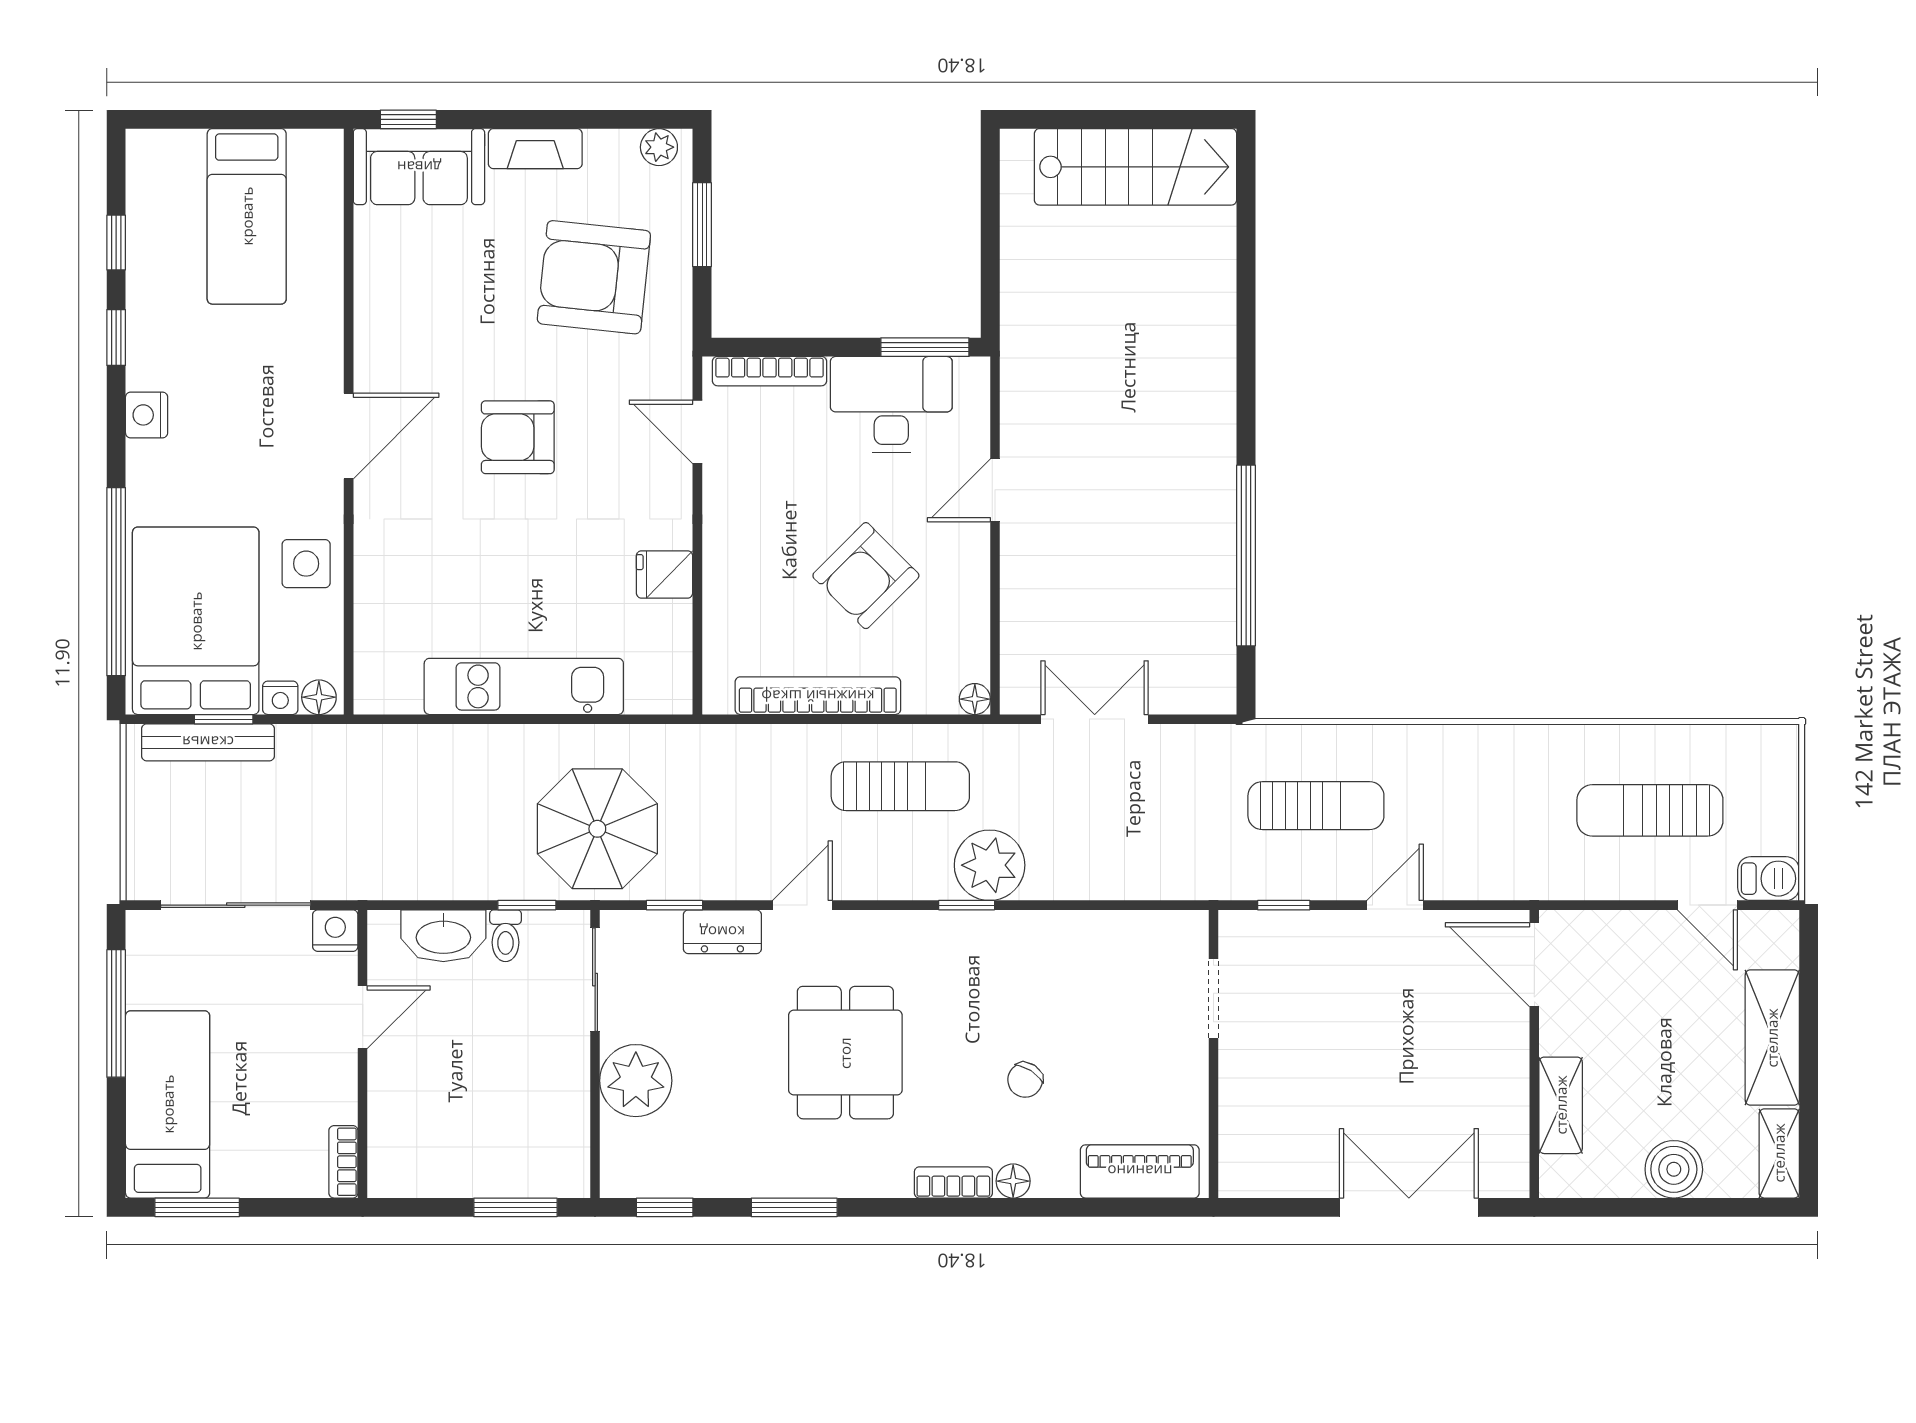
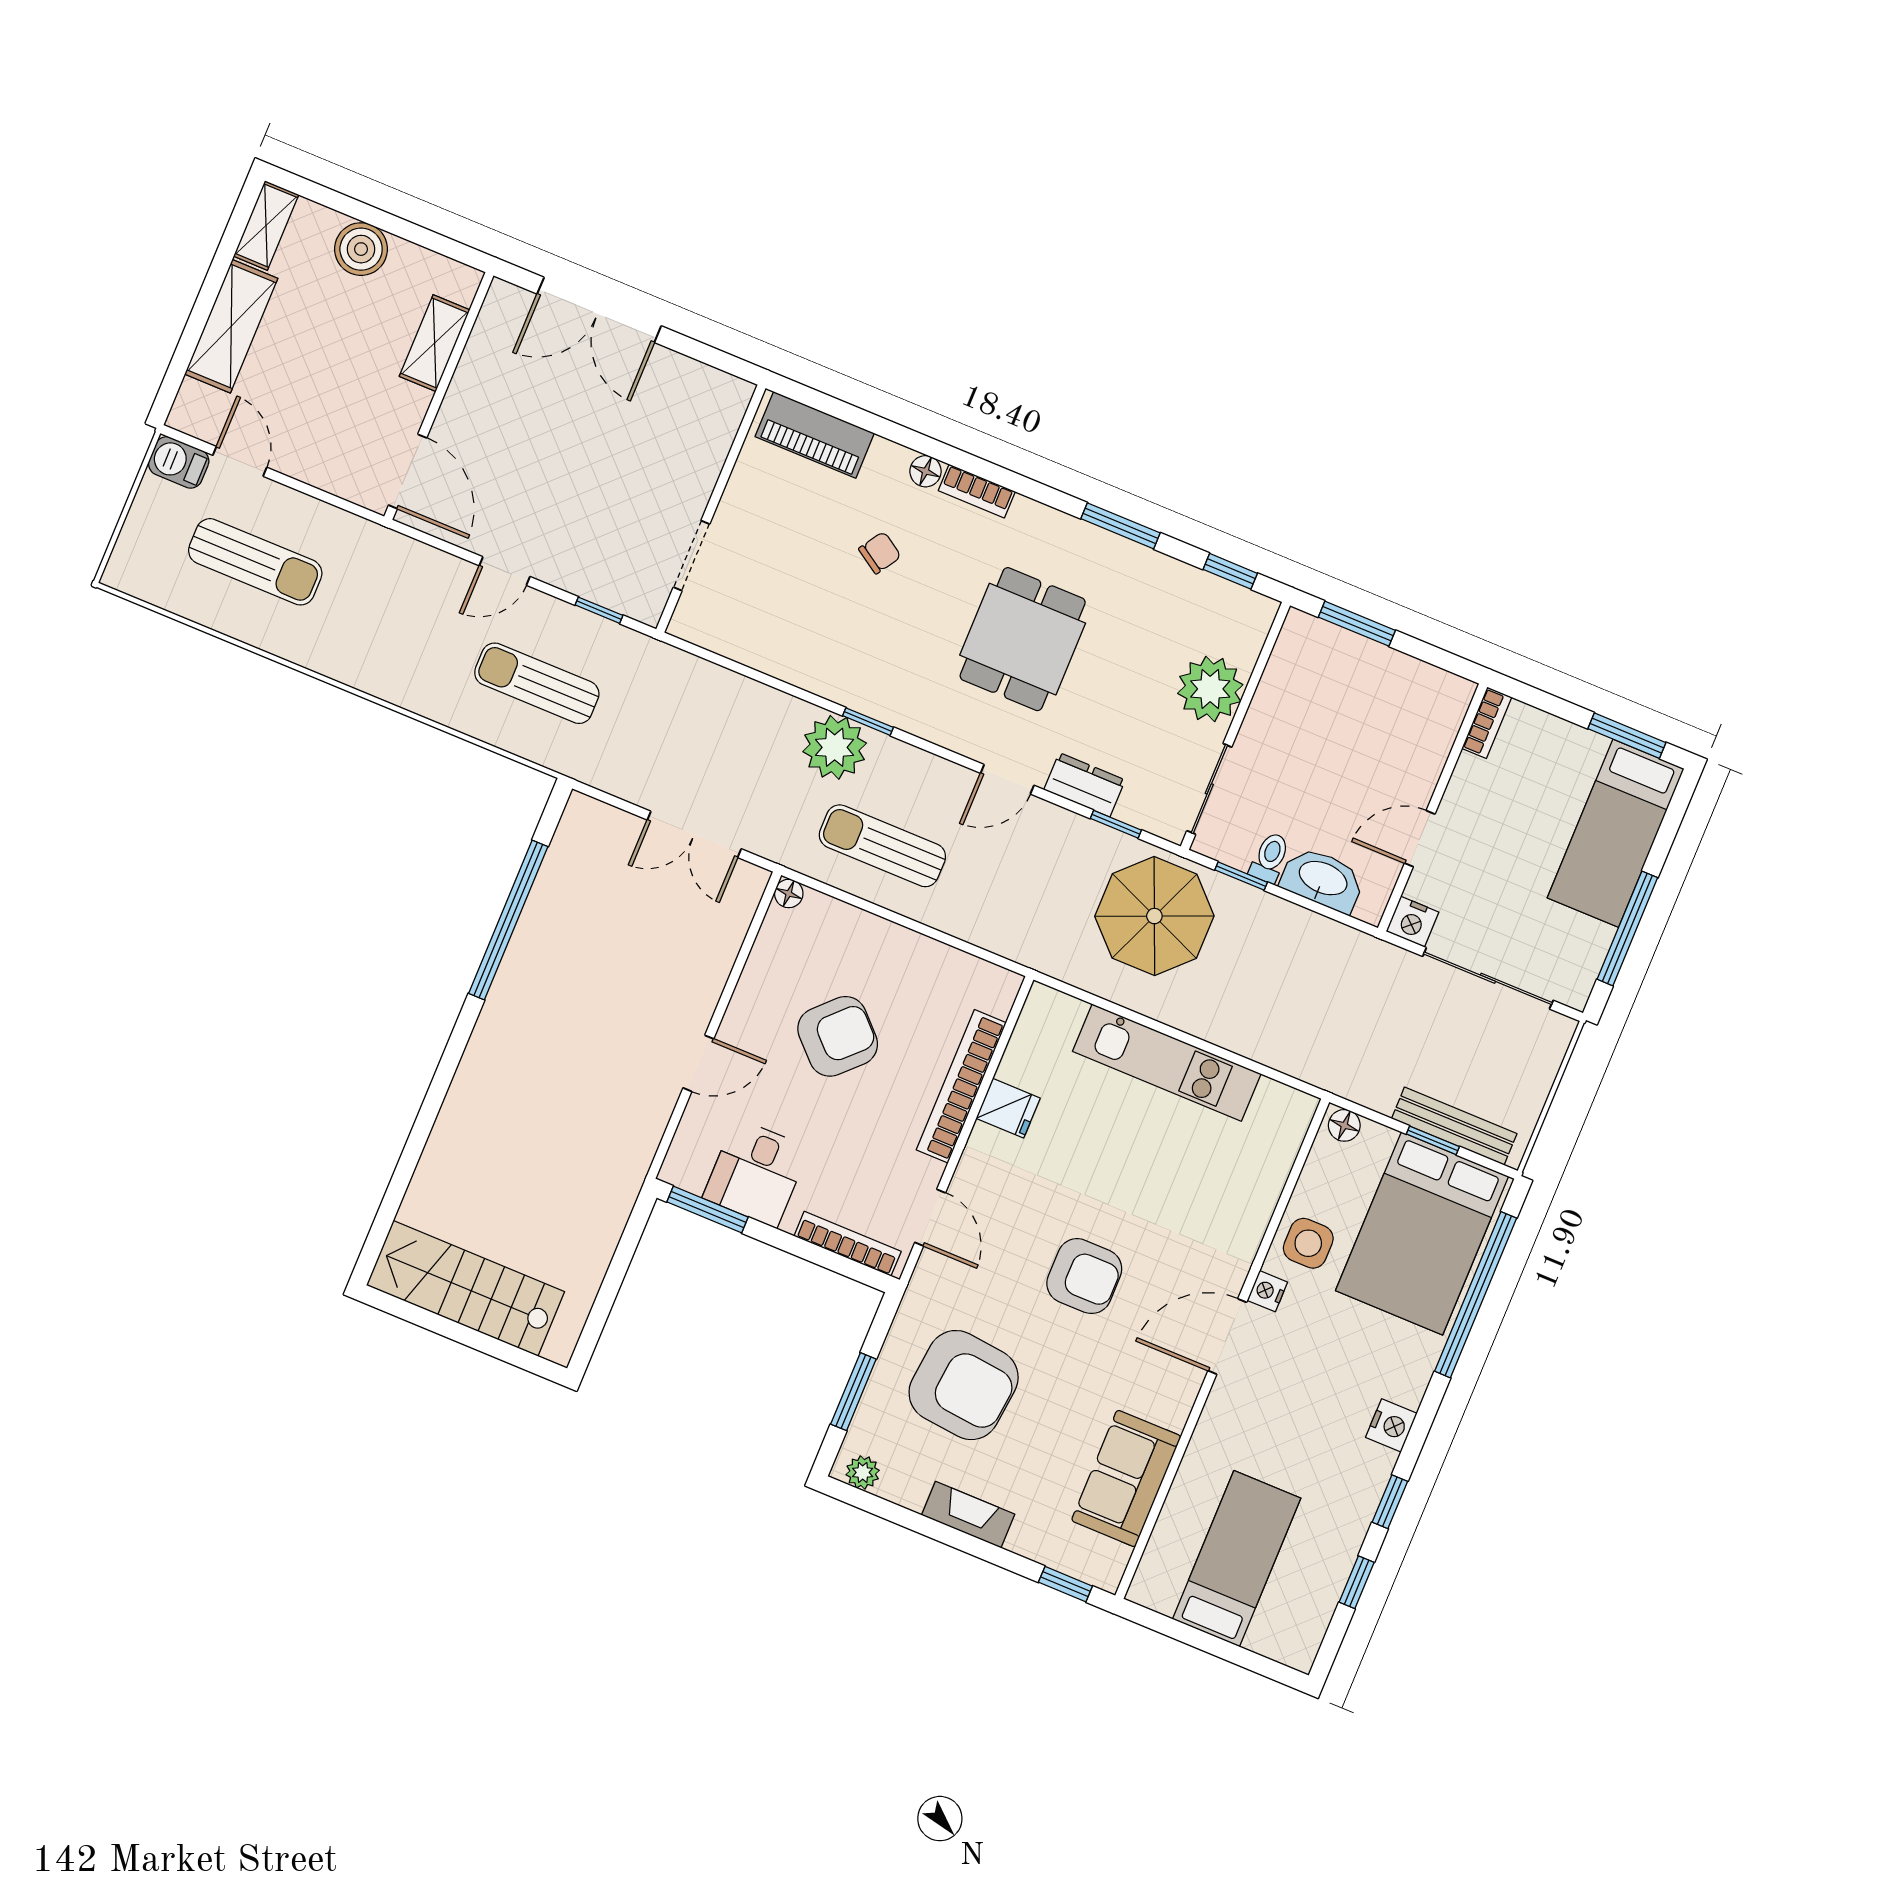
sofa: (419, 167) -> (1126, 1478), moved, turned -90
desk: (891, 404) -> (756, 1173), width x0.73
bookcase: (818, 696) -> (961, 1086), moved, turned 90
nightstand: (280, 698) -> (1267, 1291), moved, turned -90

